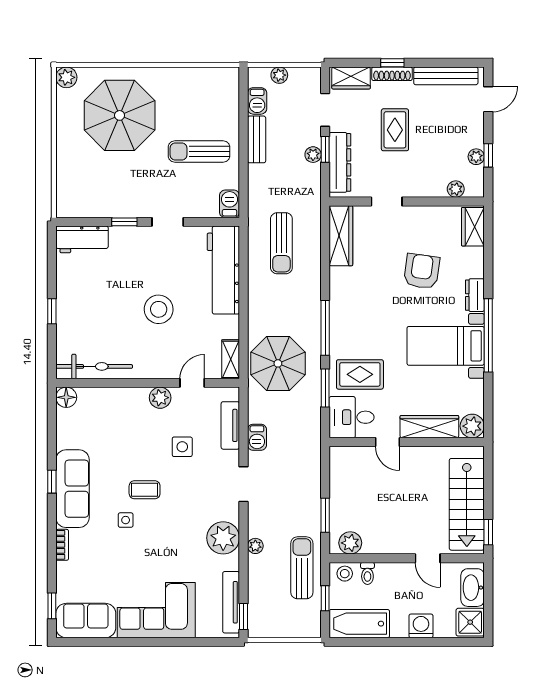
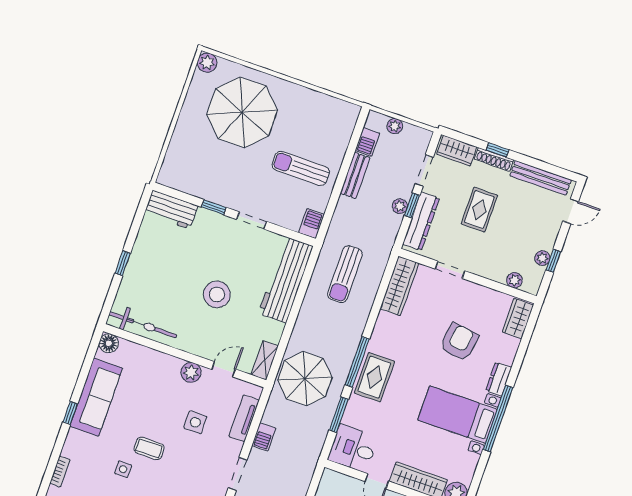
rug: (360, 374) -> (374, 377), moved, turned 90
sofa: (73, 489) -> (96, 397), moved

